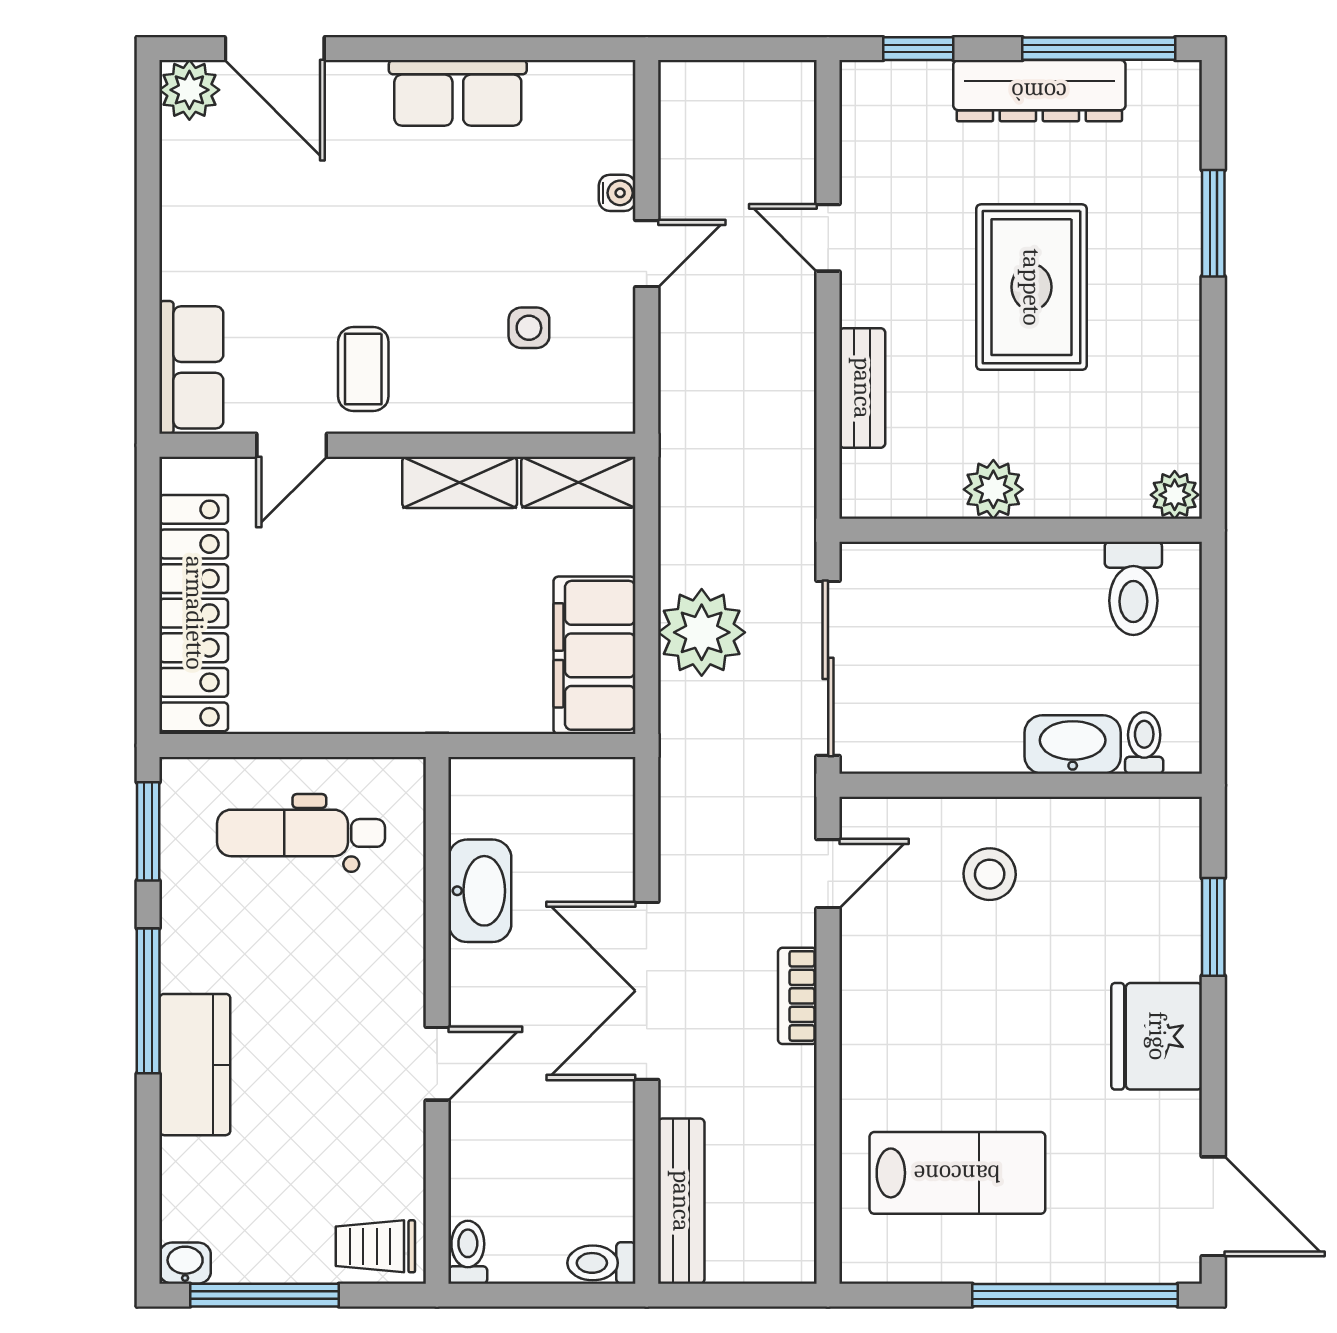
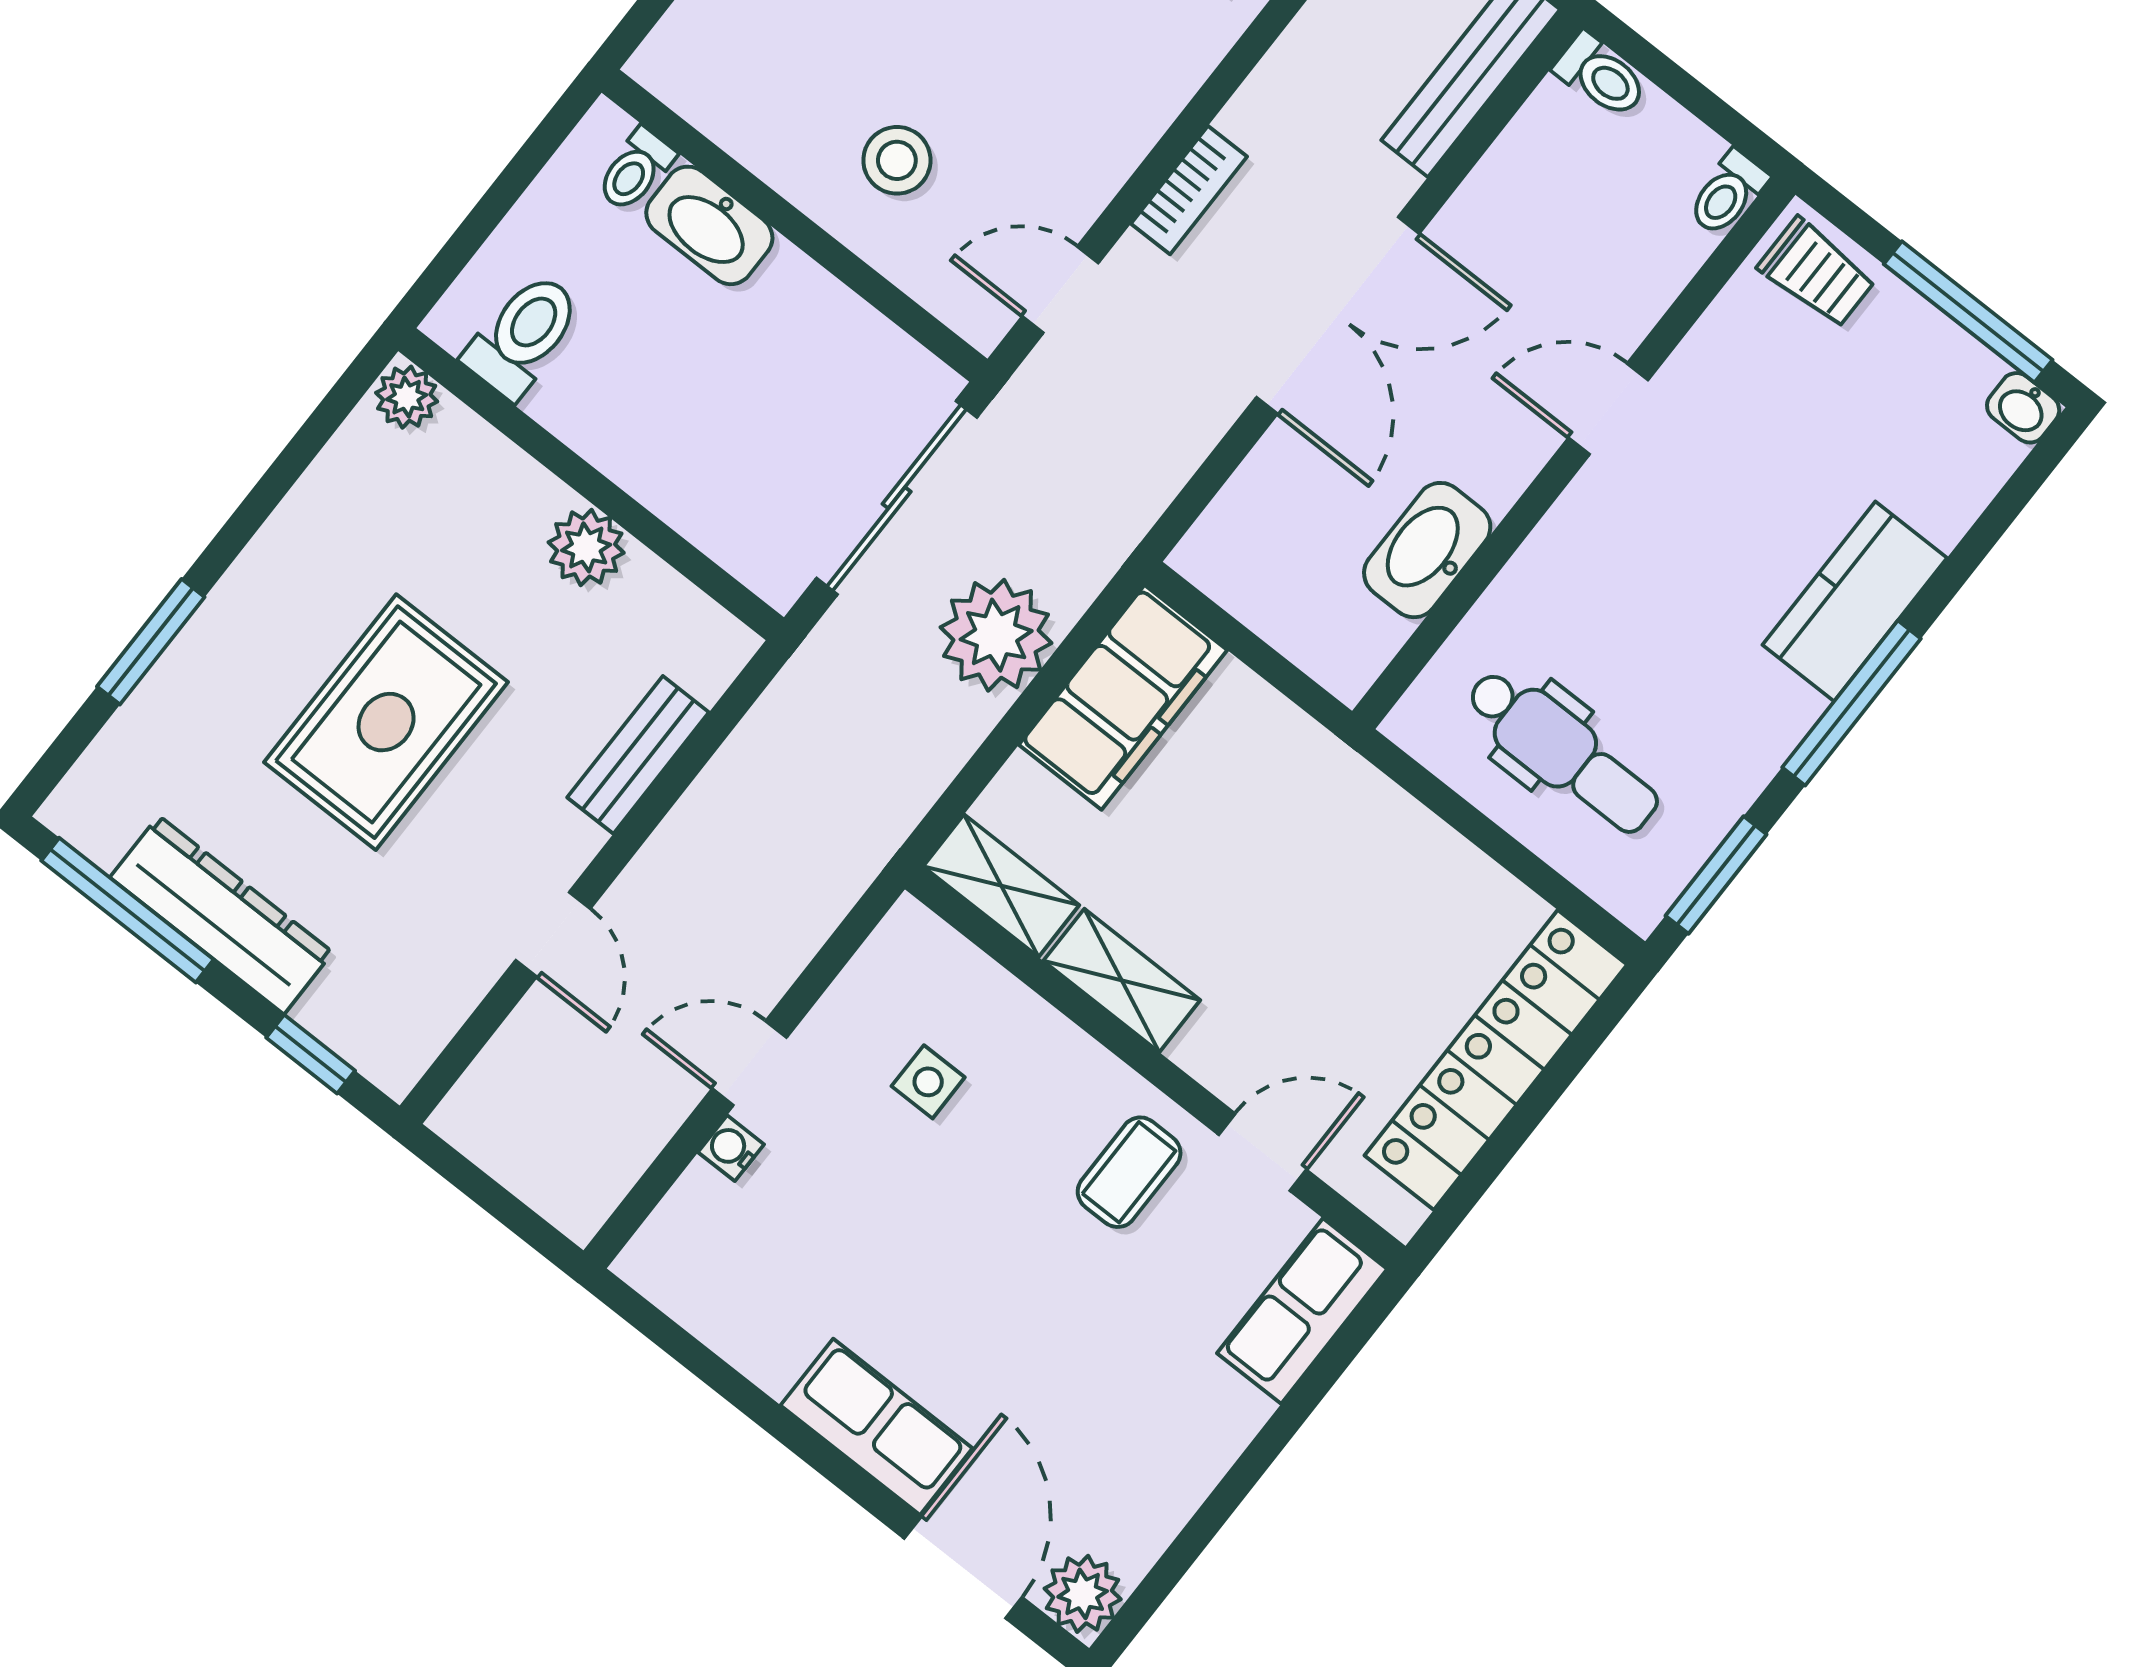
row of seats: (458, 93) -> (877, 1427), moved

